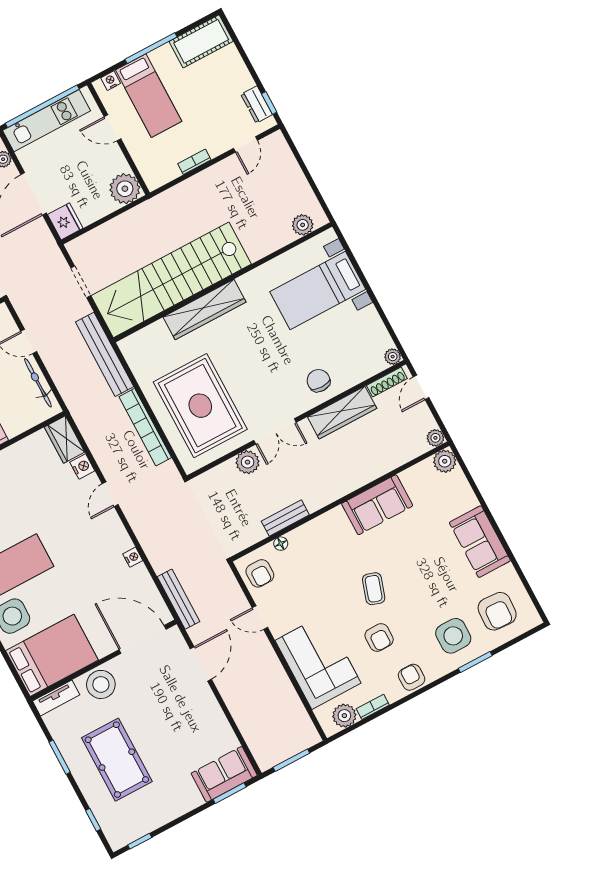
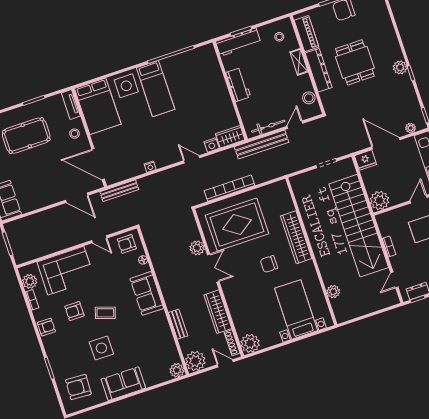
door: (245, 144) -> (394, 280), hinge flipped
plant: (303, 225) -> (333, 292), moved
stairs: (171, 280) -> (359, 226), moved, turned 180
bench: (105, 354) -> (262, 144), moved
plant: (393, 357) -> (250, 343), width x1.88, depth x1.88
chair: (318, 381) -> (269, 264), moved, turned 180
double door: (275, 431) -> (213, 268), swing flipped
plant: (435, 438) -> (195, 361), width x1.87, depth x1.87
sofa: (377, 505) -> (147, 293), moved
bench: (285, 518) -> (178, 324), moved
door: (260, 618) -> (99, 239), swing flipped
side table: (453, 636) -> (101, 348), moved
door: (143, 639) -> (98, 164), swing flipped
stool: (101, 684) -> (75, 134), width x0.53, depth x0.53

